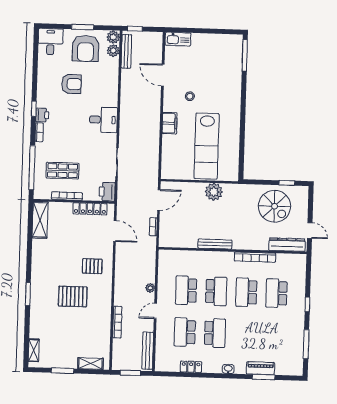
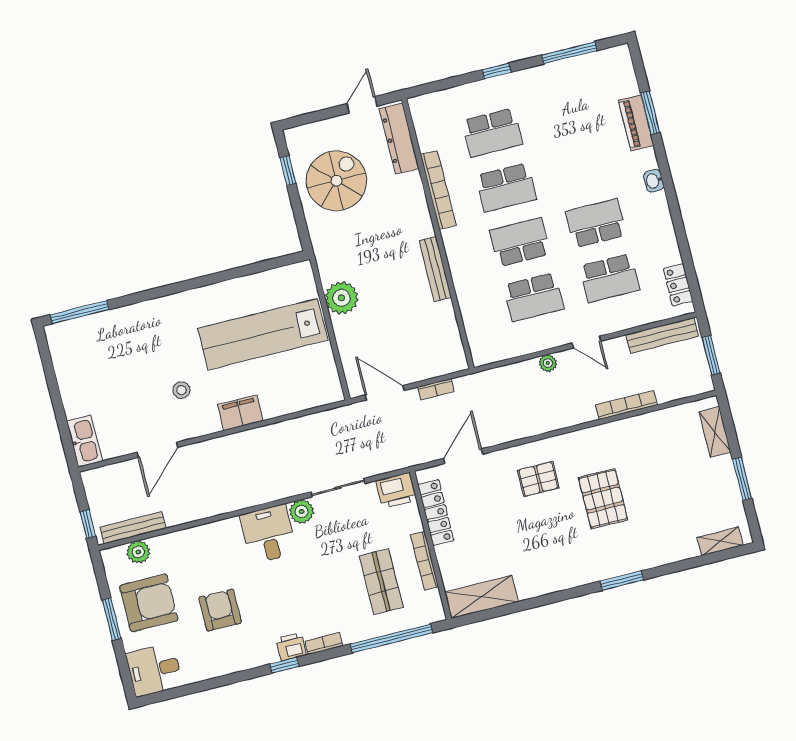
plant: (113, 37) -> (302, 512), moved
lab bench: (207, 146) -> (263, 334), turned 180
pallet: (92, 266) -> (538, 479), turned 90
locker: (191, 367) -> (678, 285), moved

